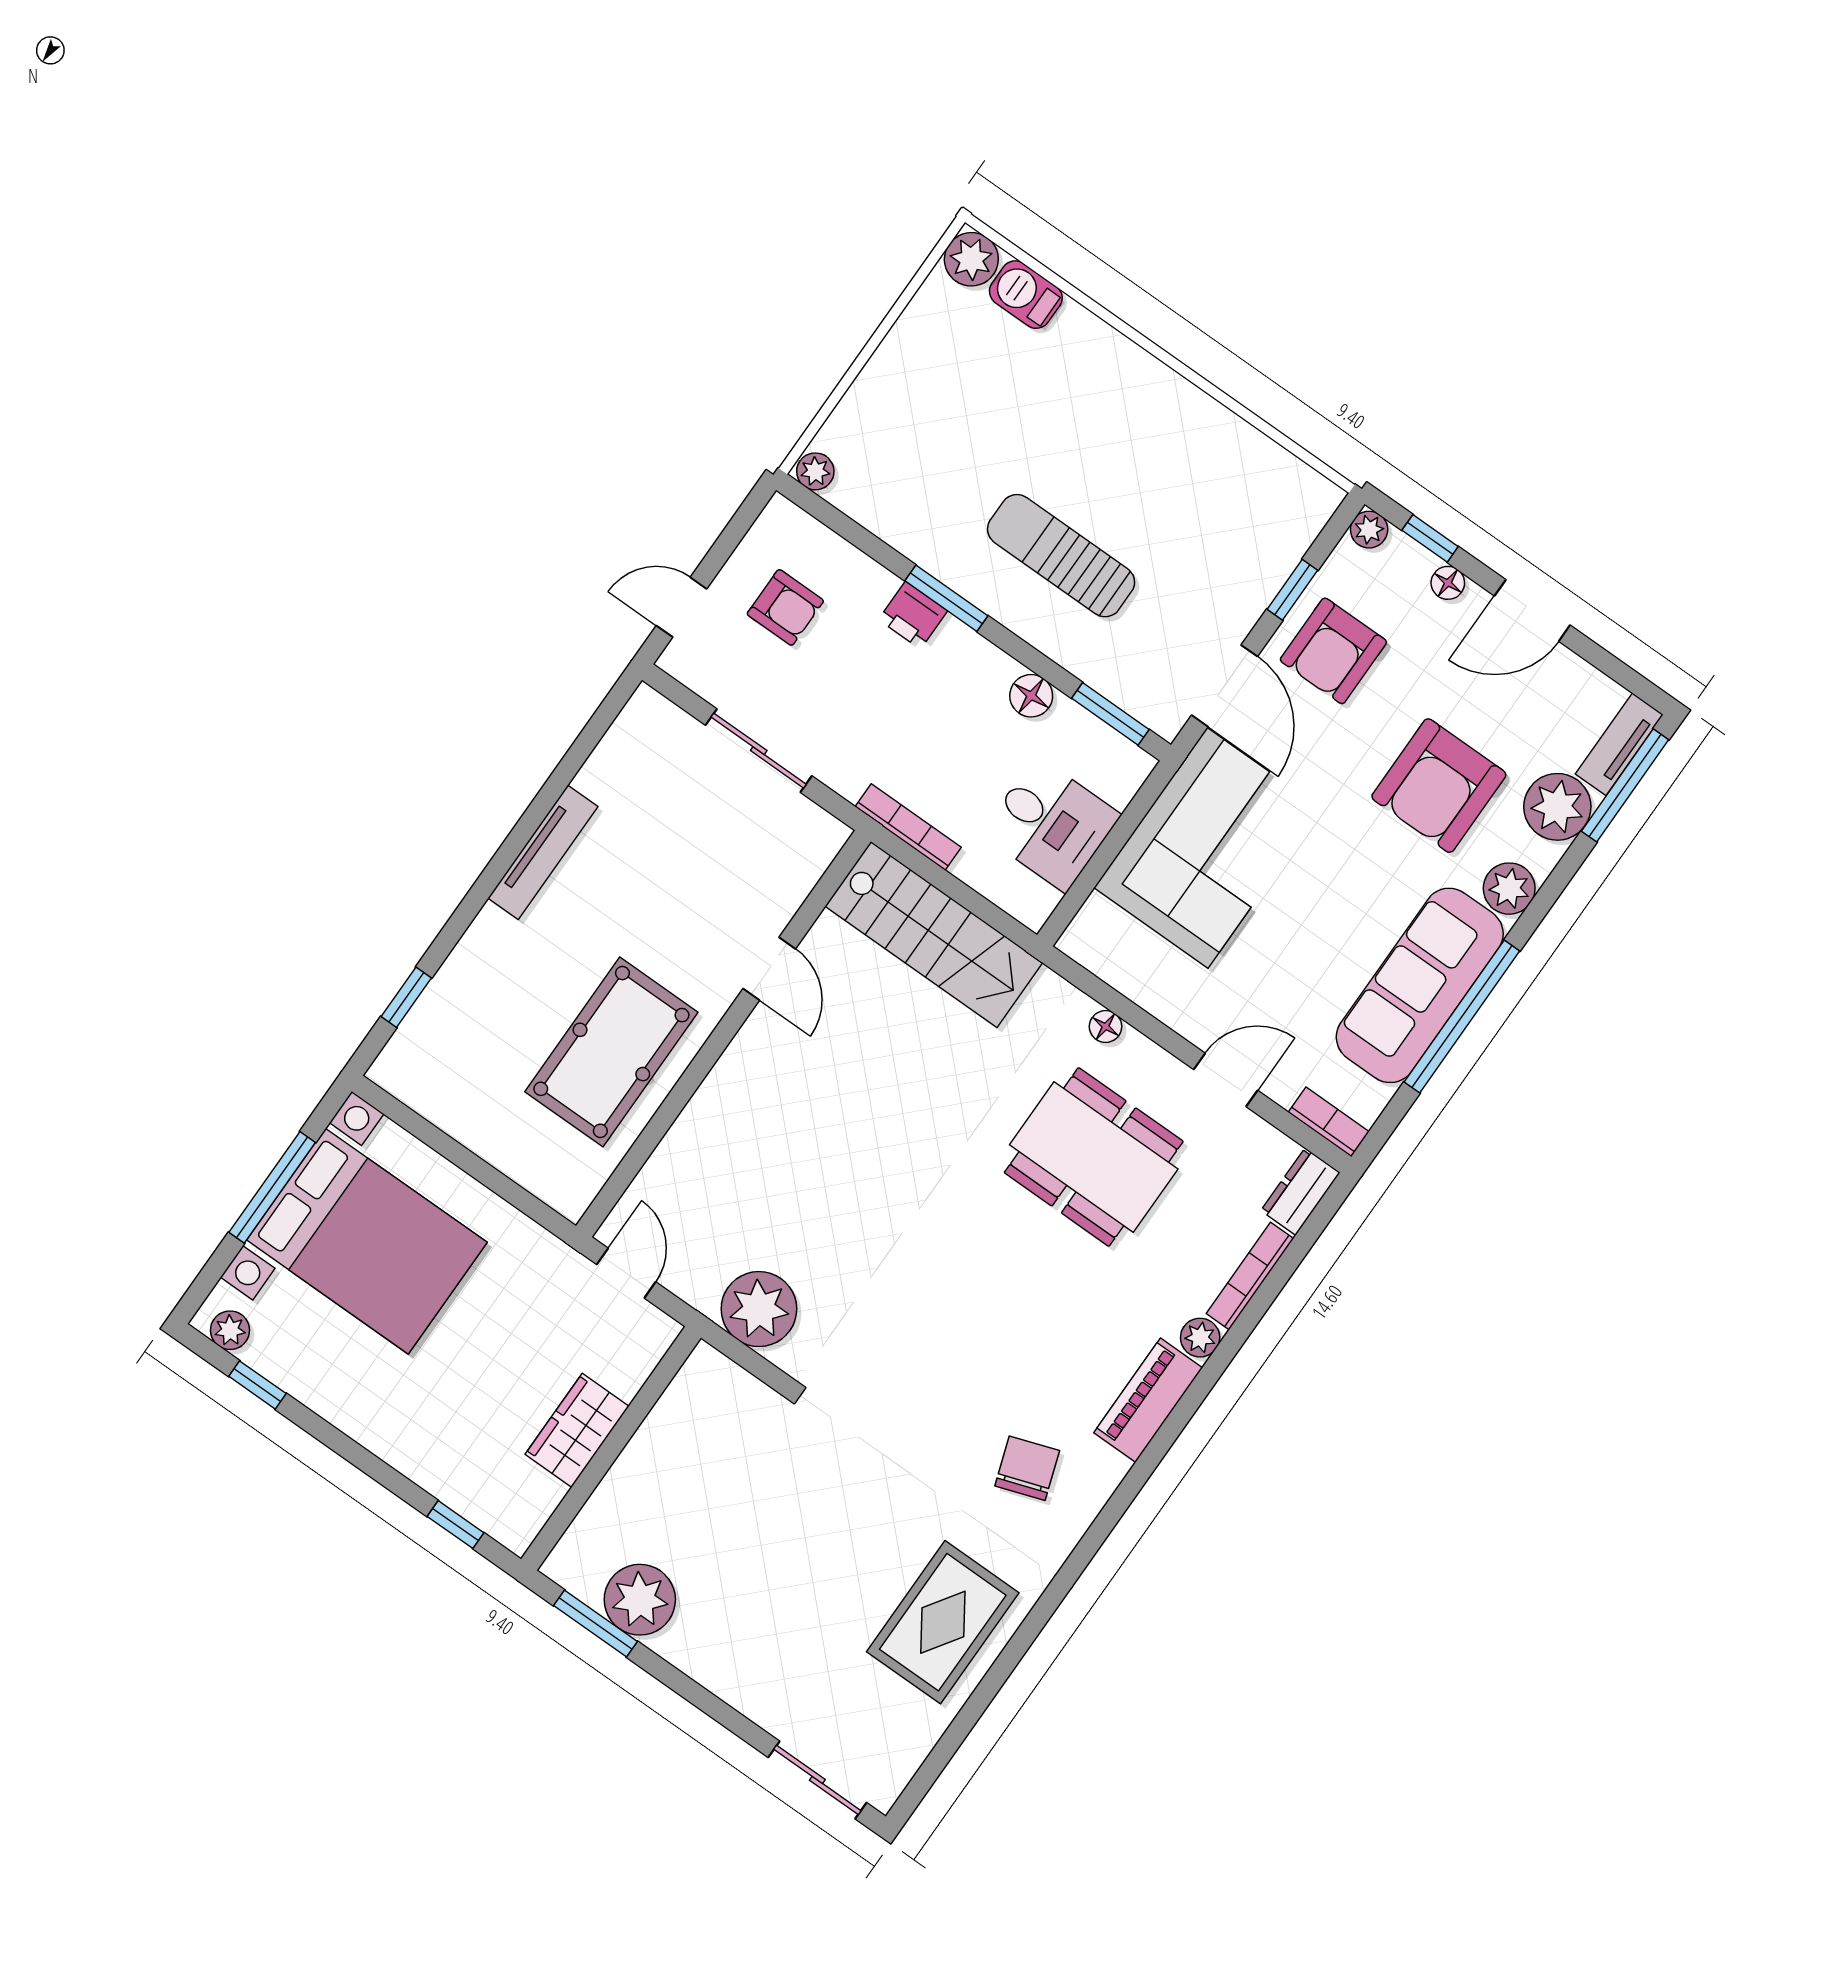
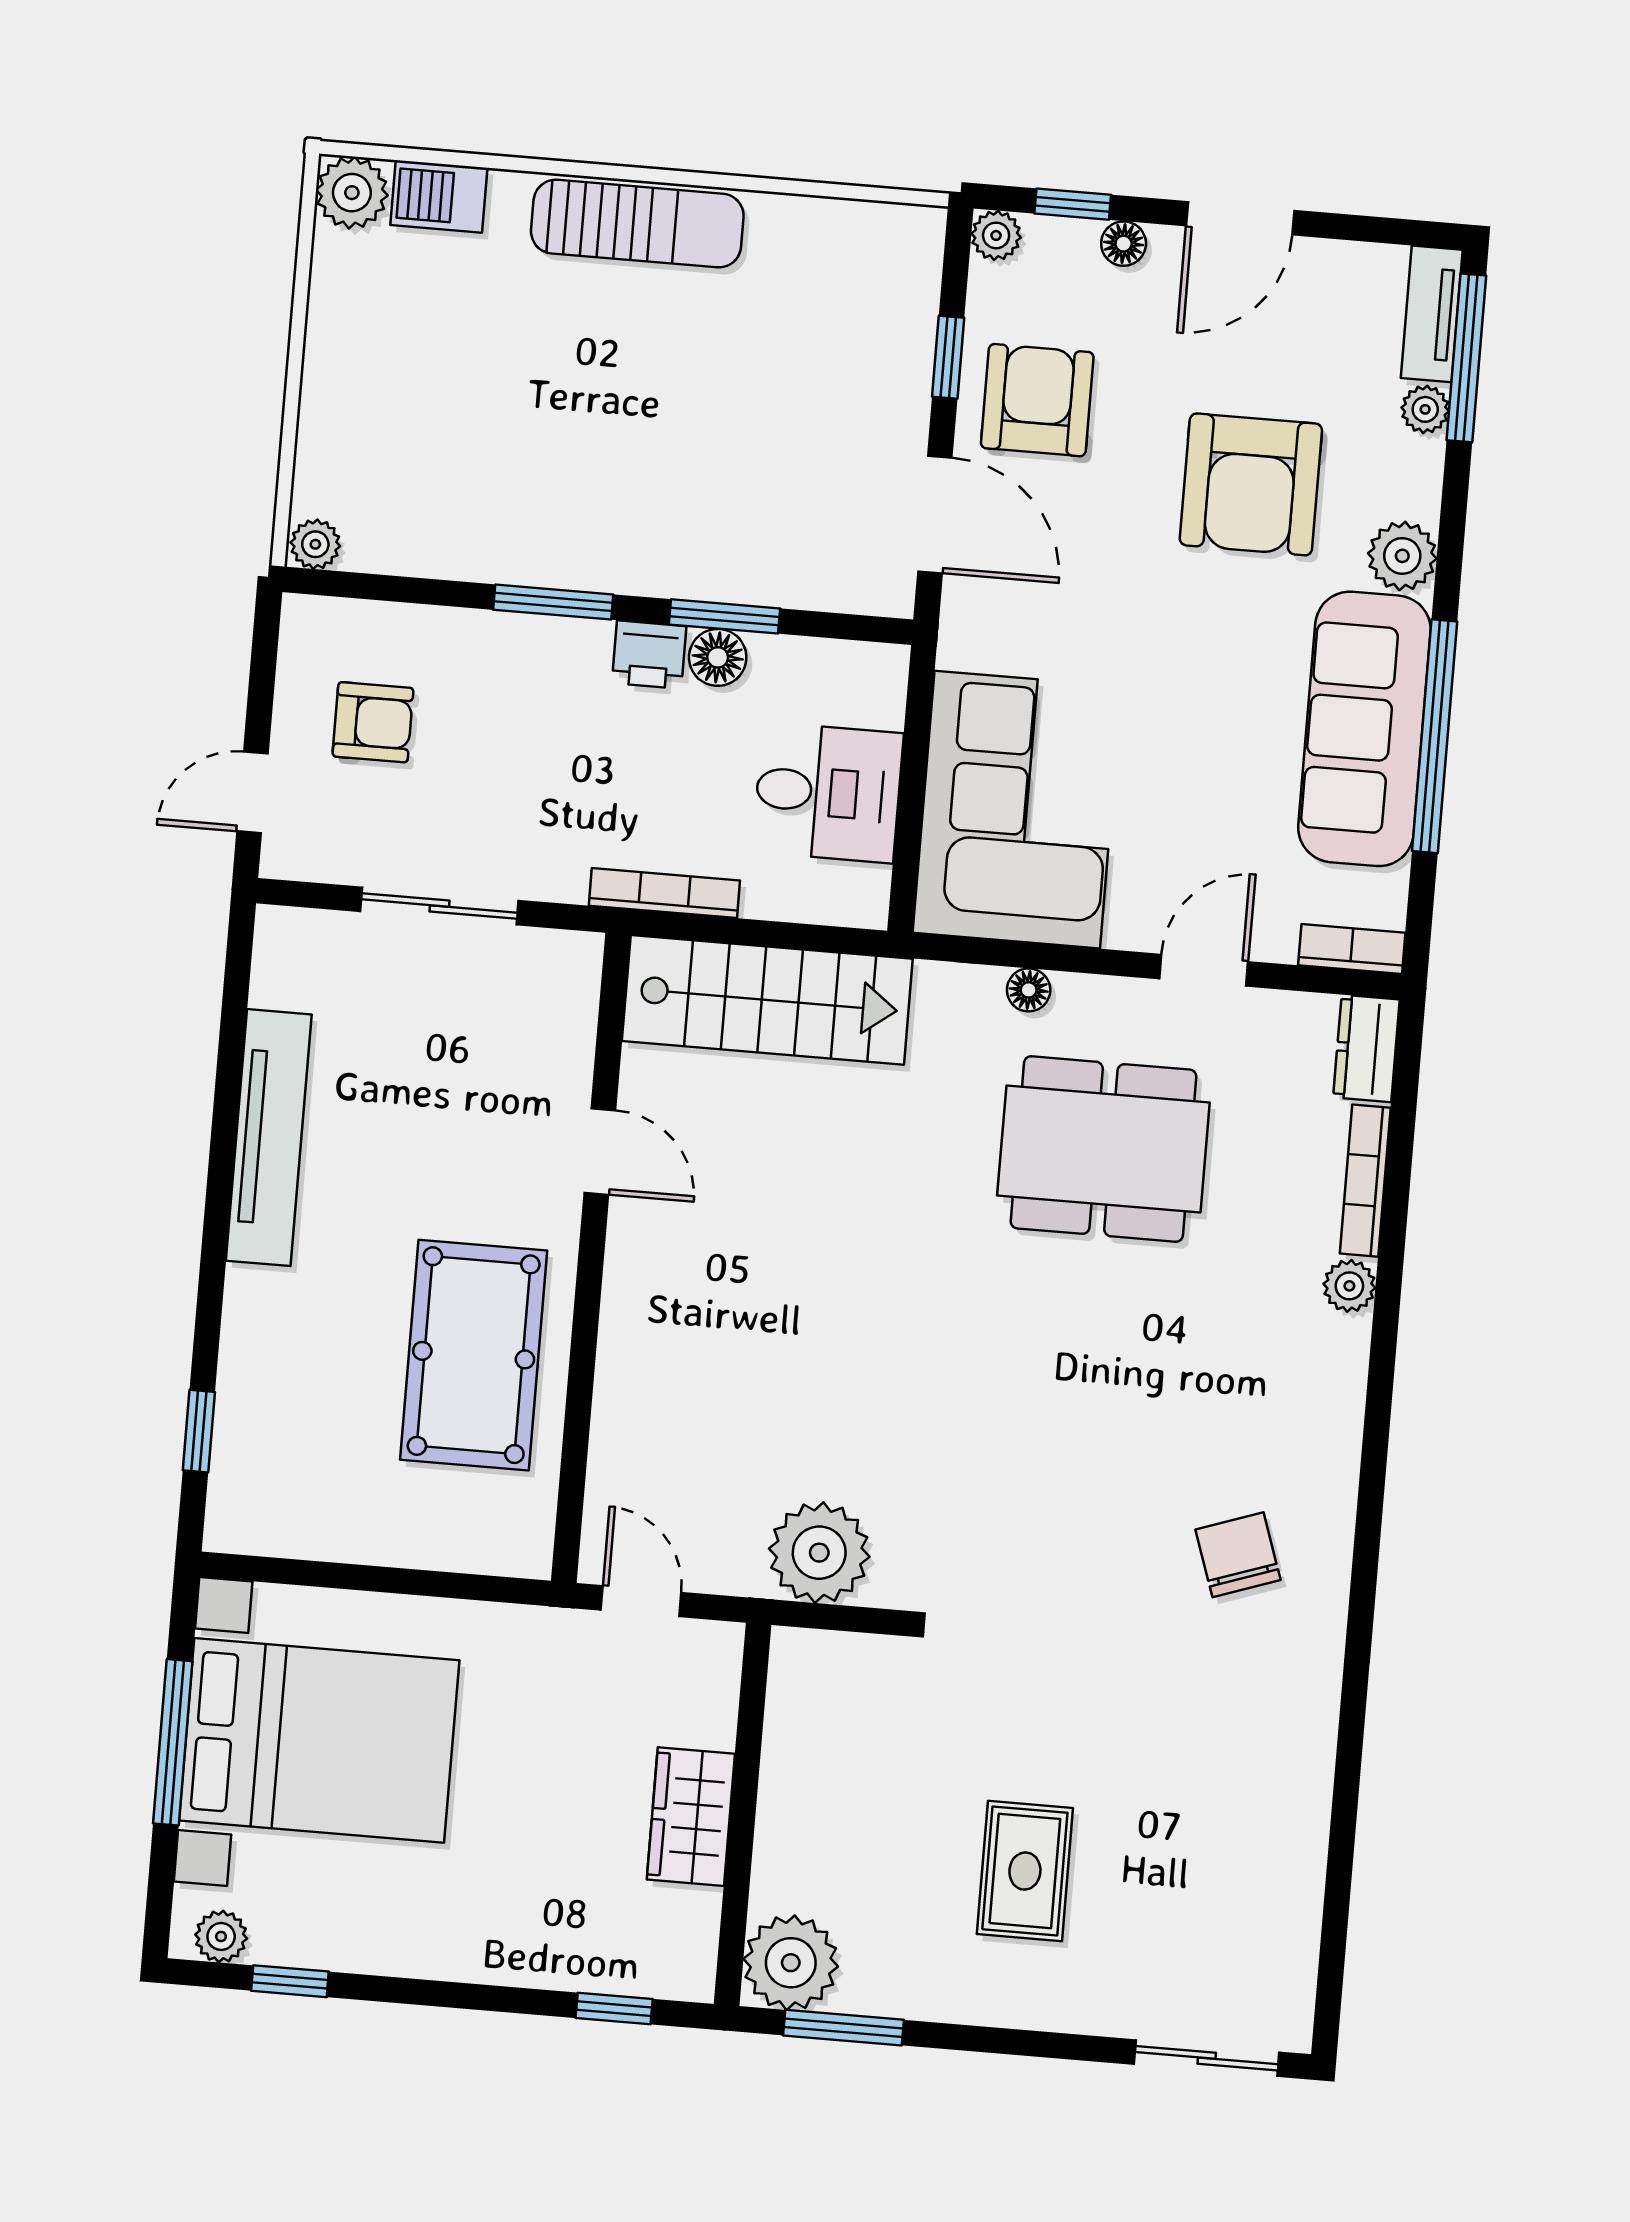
sun lounger: (1061, 556) -> (637, 224), moved, turned 180
printer: (913, 615) -> (649, 655), moved
armchair: (1333, 651) -> (1037, 400), turned 180
window: (1110, 714) -> (725, 616), moved
plant: (1557, 807) -> (1425, 409), width x0.53, depth x0.53
corner sofa: (1207, 848) -> (1017, 810), moved
tv unit: (543, 852) -> (269, 1138), width x1.36, depth x1.29
piano: (1148, 1400) -> (1332, 1394), removed
plant: (640, 1600) -> (791, 1963), moved
rug: (943, 1622) -> (1025, 1871), moved, width x0.73, depth x0.70

